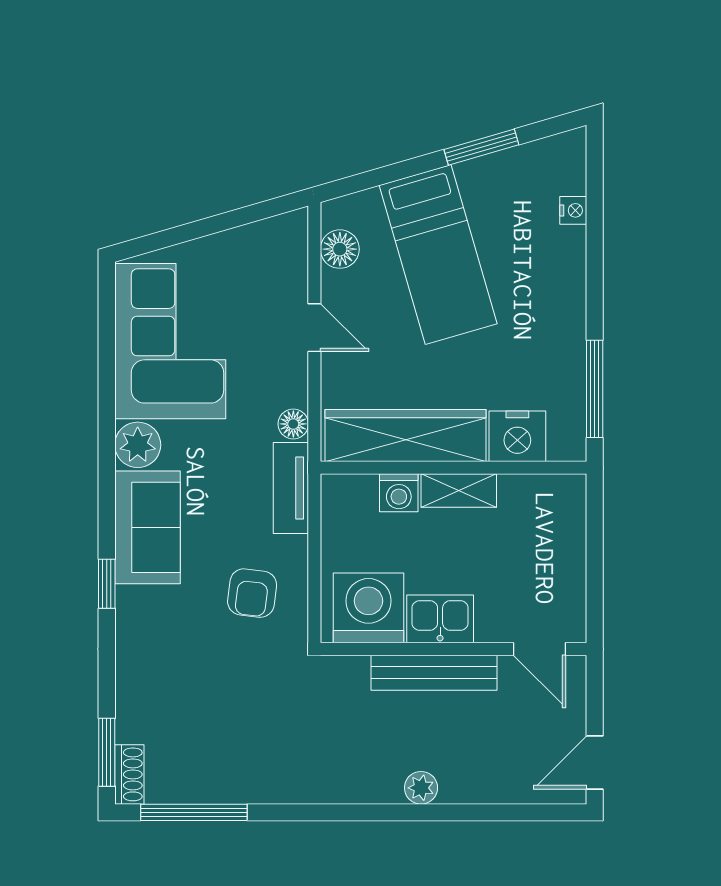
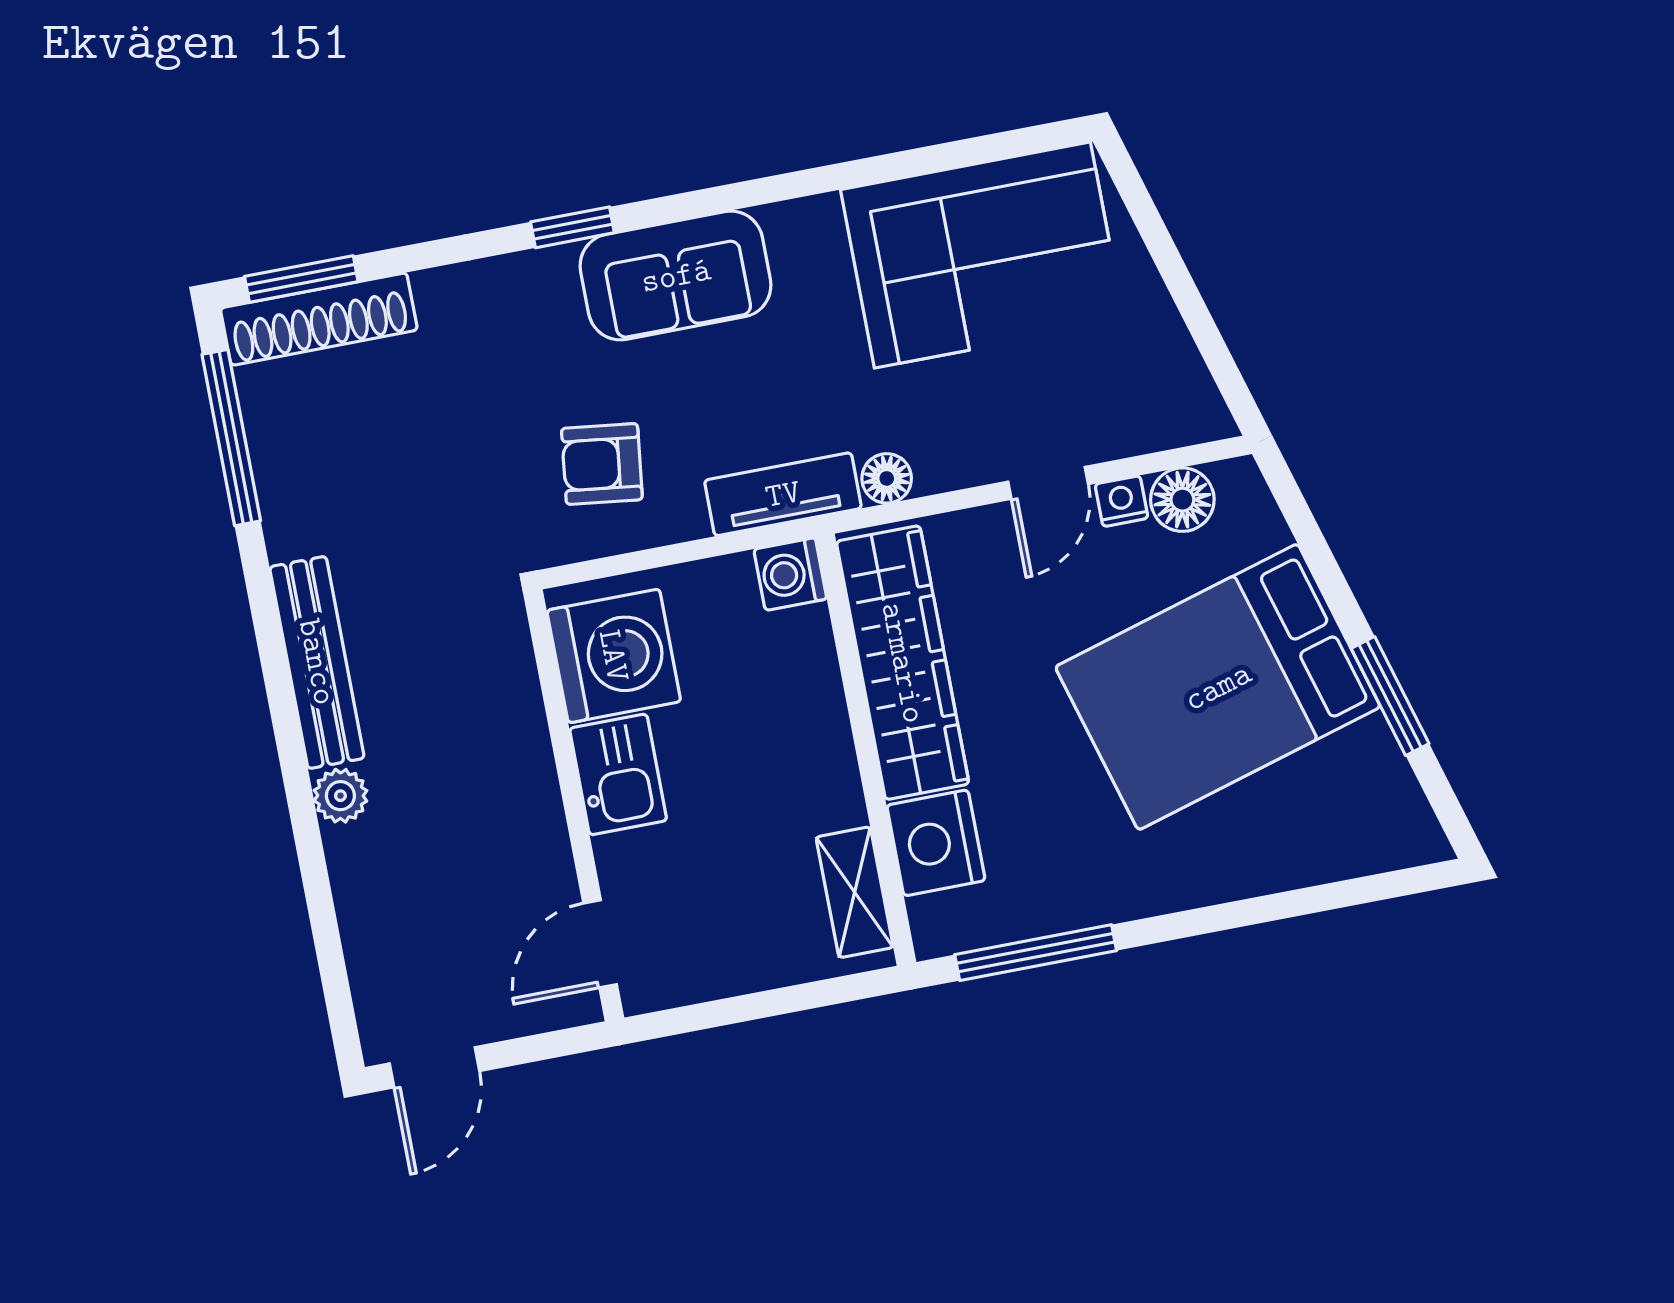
nightstand: (573, 210) -> (1122, 501), moved, turned 180
bed: (438, 254) -> (1218, 687), width x1.50
plant: (138, 445) -> (805, 234), removed
shelving: (459, 491) -> (855, 892), moved
washing machine: (399, 493) -> (790, 574), moved
bench: (434, 673) -> (317, 662), moved
door: (595, 762) -> (435, 1067), swing flipped
shoe rack: (129, 774) -> (319, 319), width x1.94, depth x1.24

